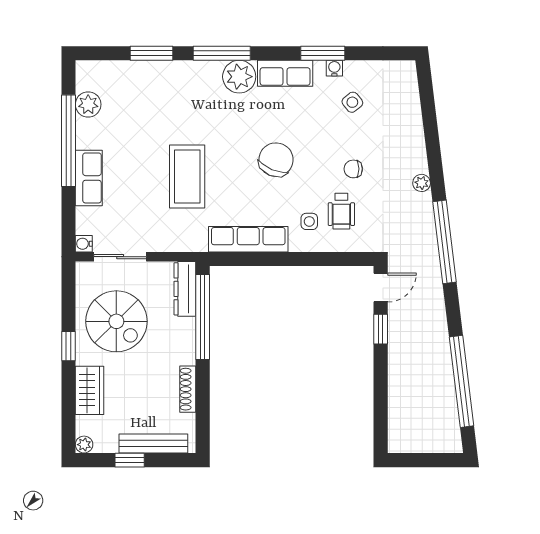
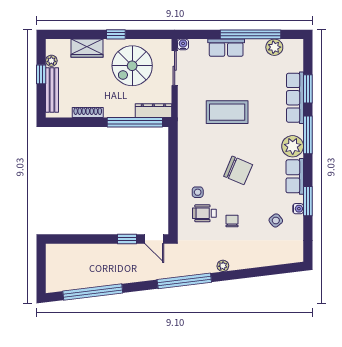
row of seats: (248, 239) -> (295, 98), moved, turned 180
plant: (84, 445) -> (51, 61), moved

